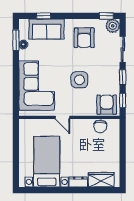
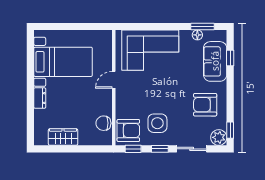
side table: (79, 80) -> (157, 123), moved
wardrobe: (101, 180) -> (63, 137), moved, turned -90

